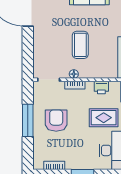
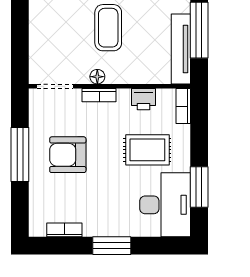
armchair: (56, 121) -> (68, 155), turned -90

